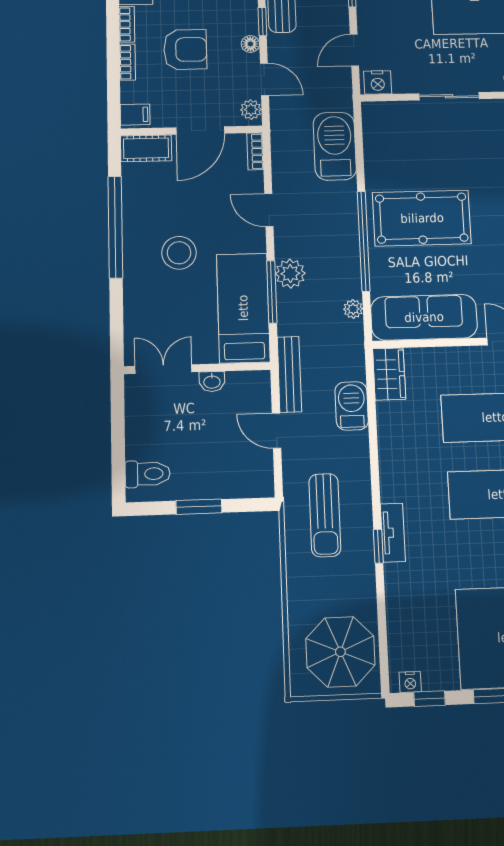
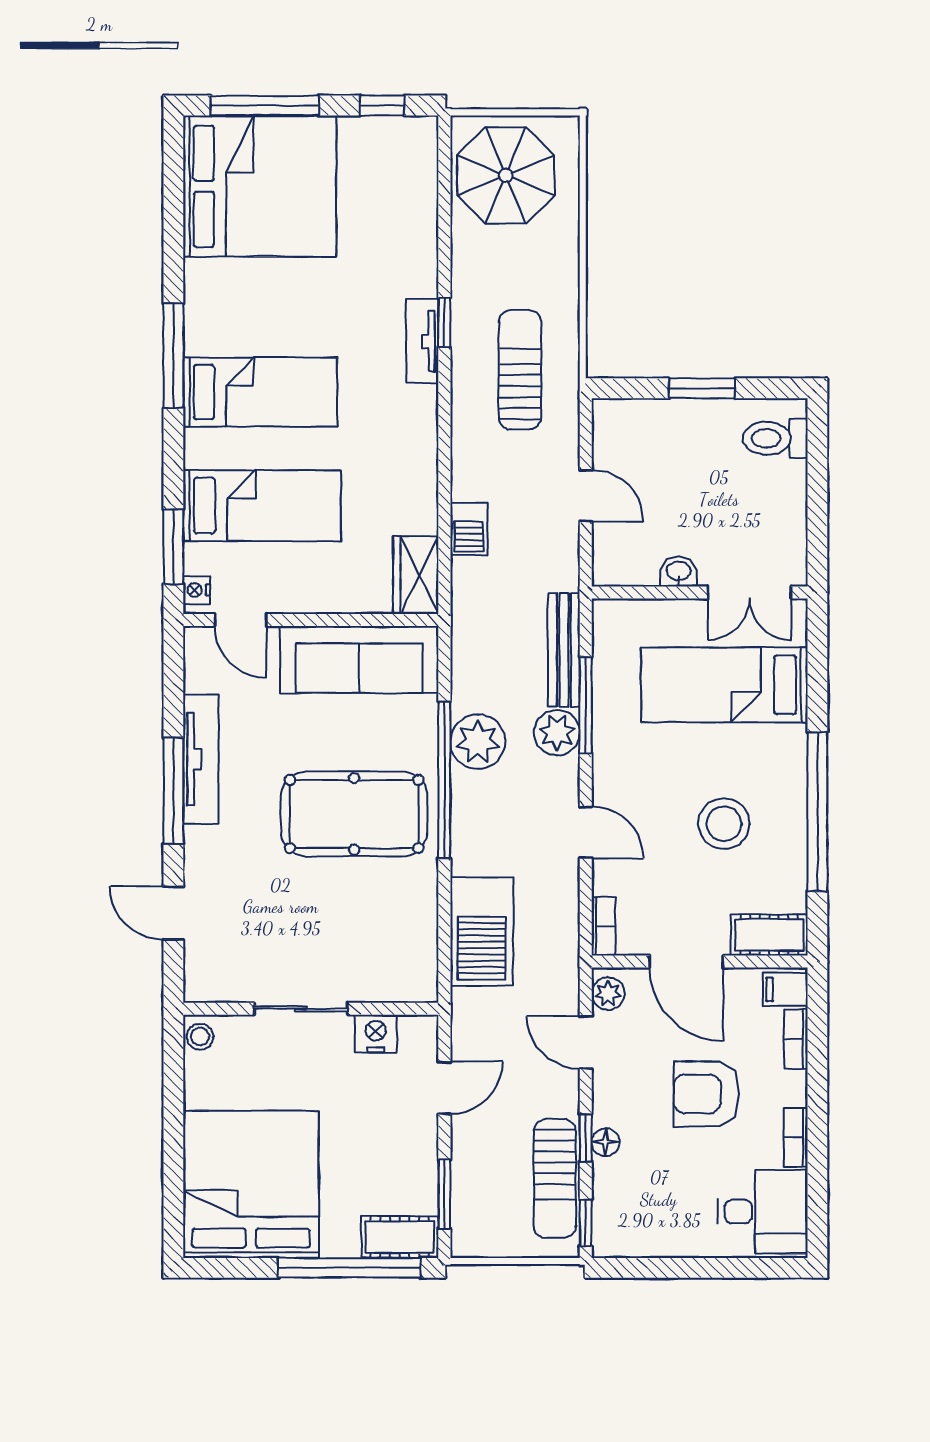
floor lamp: (250, 44) -> (606, 1142), moved
bookcase: (127, 62) -> (796, 1039), moved
nightstand: (378, 82) -> (376, 1034), moved
door: (200, 130) -> (686, 962), swing flipped
stool: (179, 253) -> (724, 824), moved
bed: (243, 308) -> (724, 685), moved, turned 90
plant: (353, 309) -> (478, 742), moved, width x1.88, depth x1.88
bench: (289, 374) -> (564, 650), moved
barbecue: (352, 406) -> (469, 529), width x0.73, depth x0.79
nightstand: (410, 682) -> (408, 130), removed

